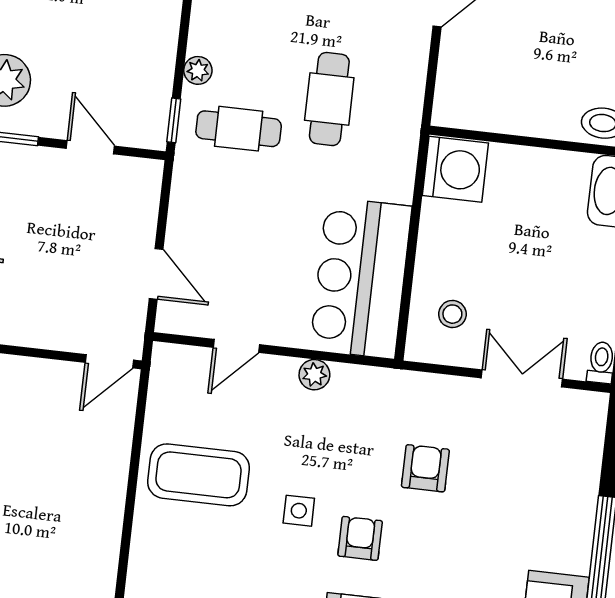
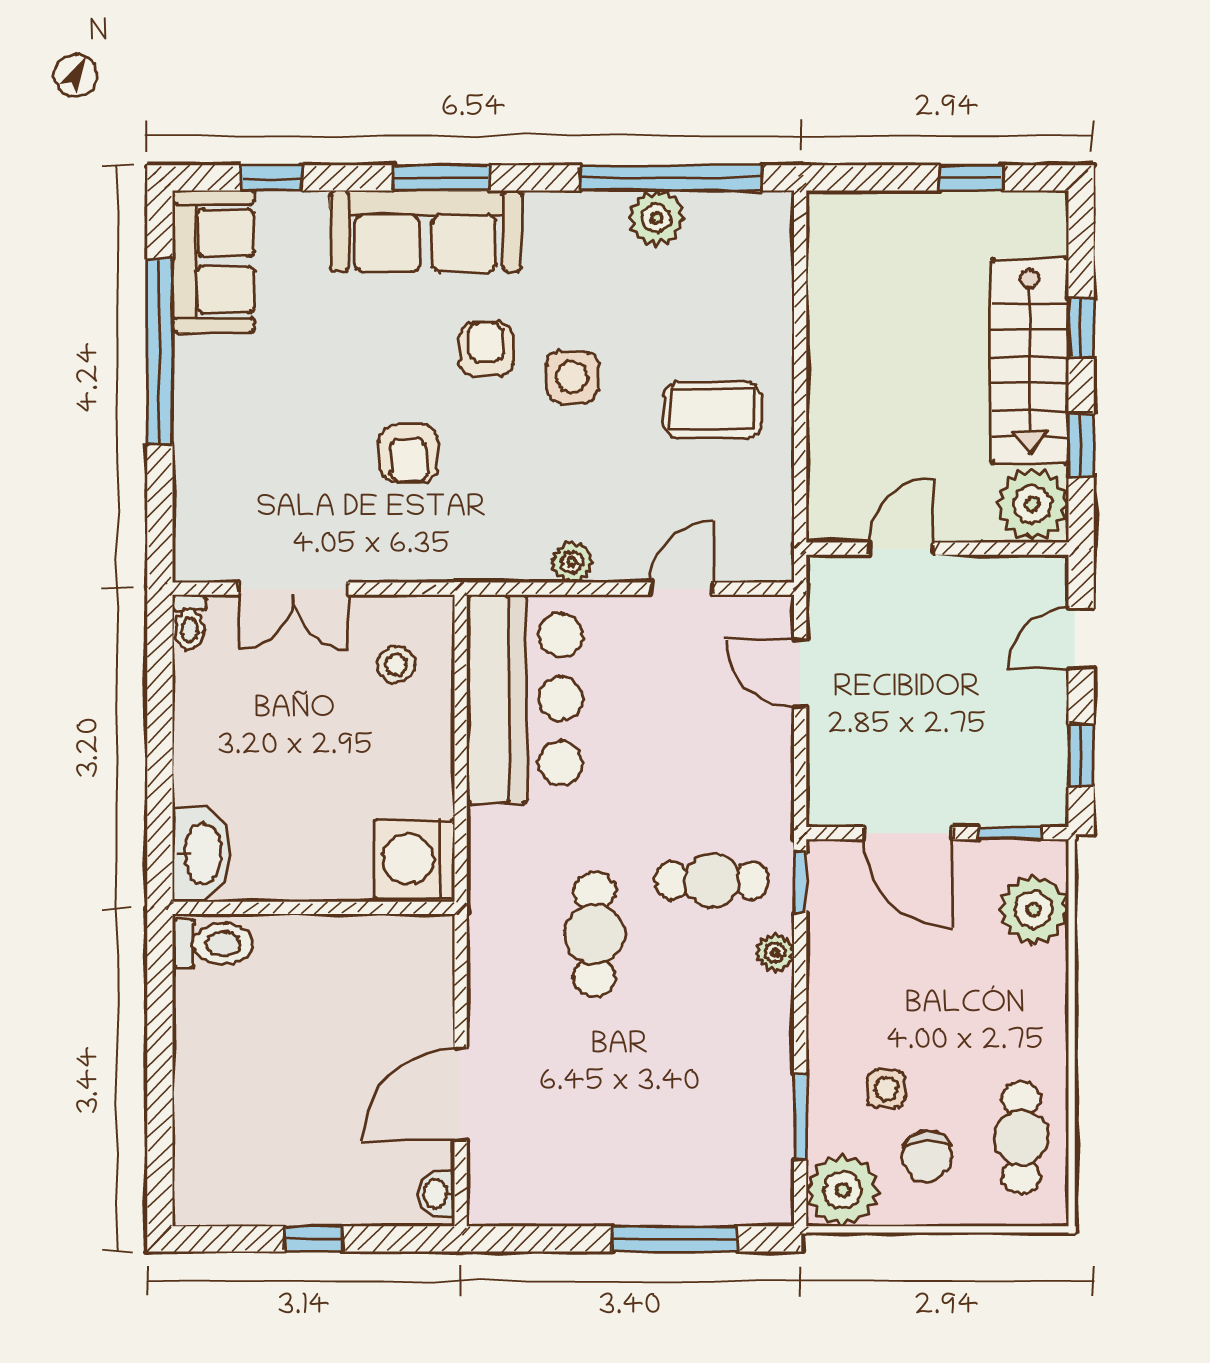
door: (90, 147) -> (908, 833), width x1.38
door: (109, 361) -> (901, 549), moved
coffee table: (198, 475) -> (713, 410), width x0.73, depth x0.76
side table: (299, 511) -> (572, 377), width x1.37, depth x1.37
armchair: (360, 538) -> (486, 349), turned 180

